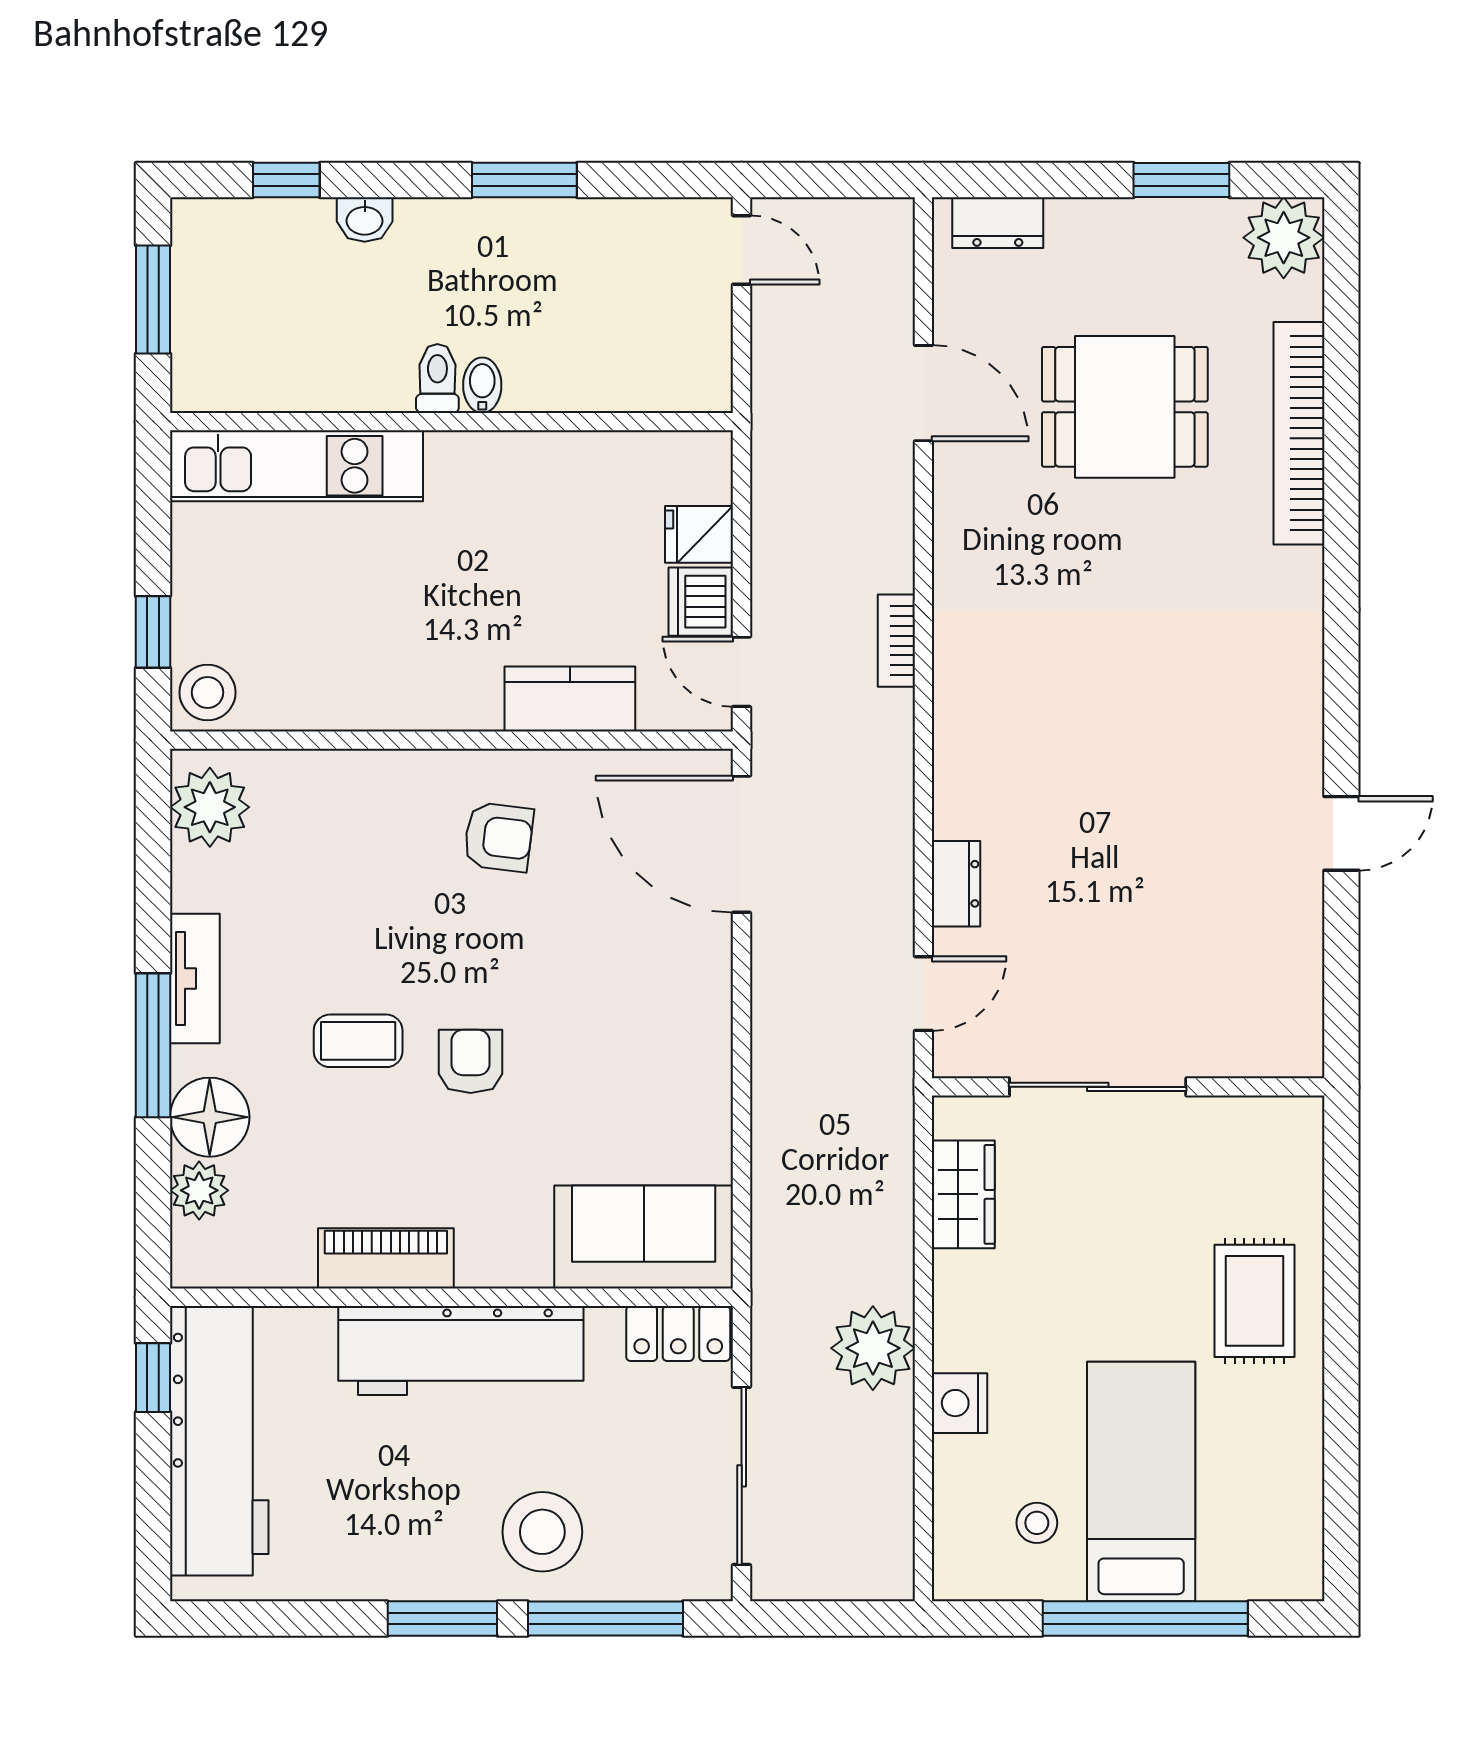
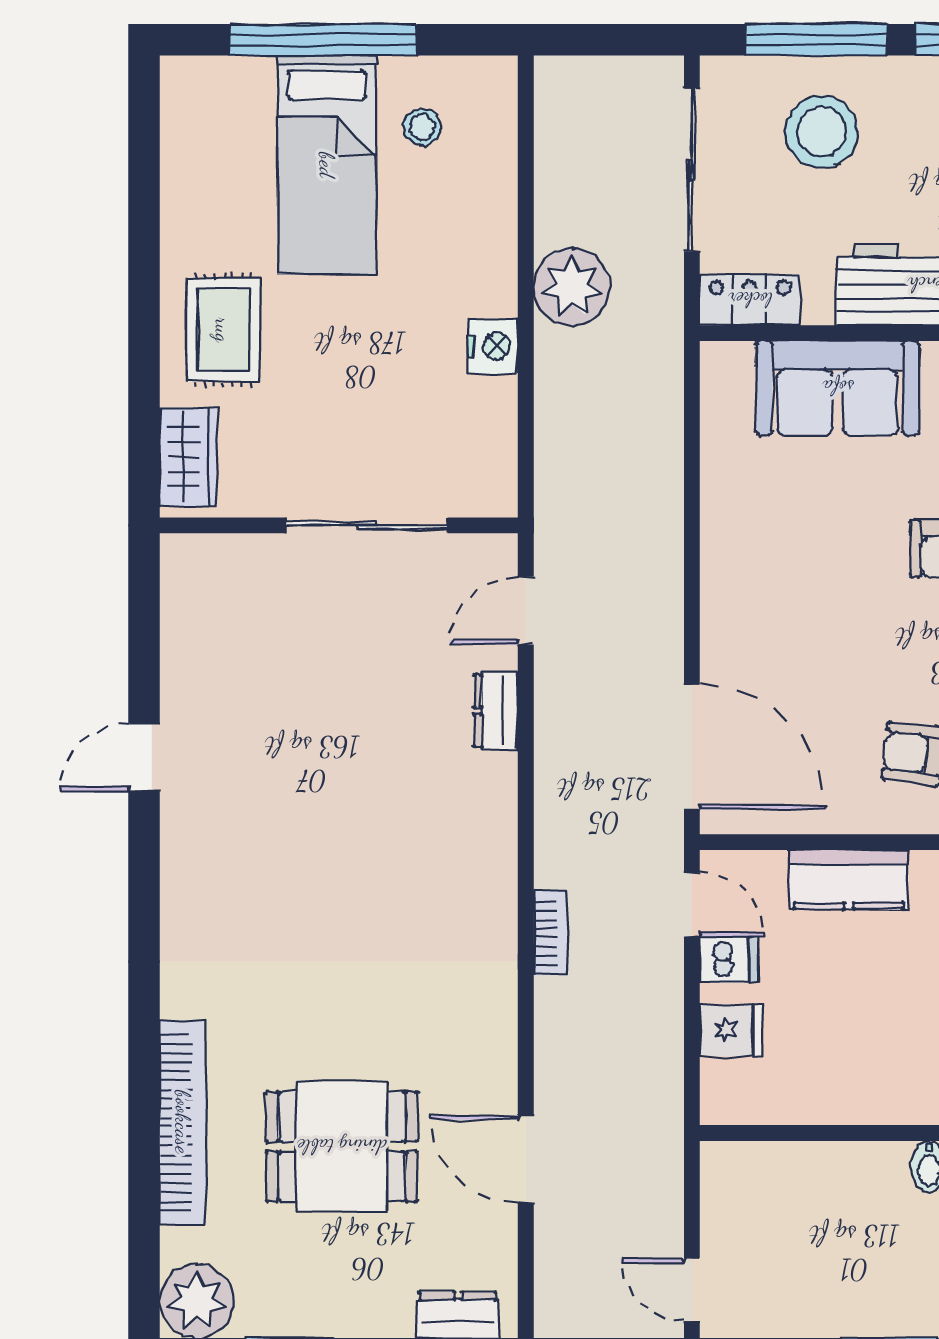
dishwasher: (701, 602) -> (729, 960), width x0.73
wardrobe: (963, 1194) -> (188, 457), moved, turned 180
sofa: (644, 1237) -> (838, 388), moved
nightstand: (960, 1403) -> (493, 346), moved
stool: (542, 1532) -> (822, 132), moved

